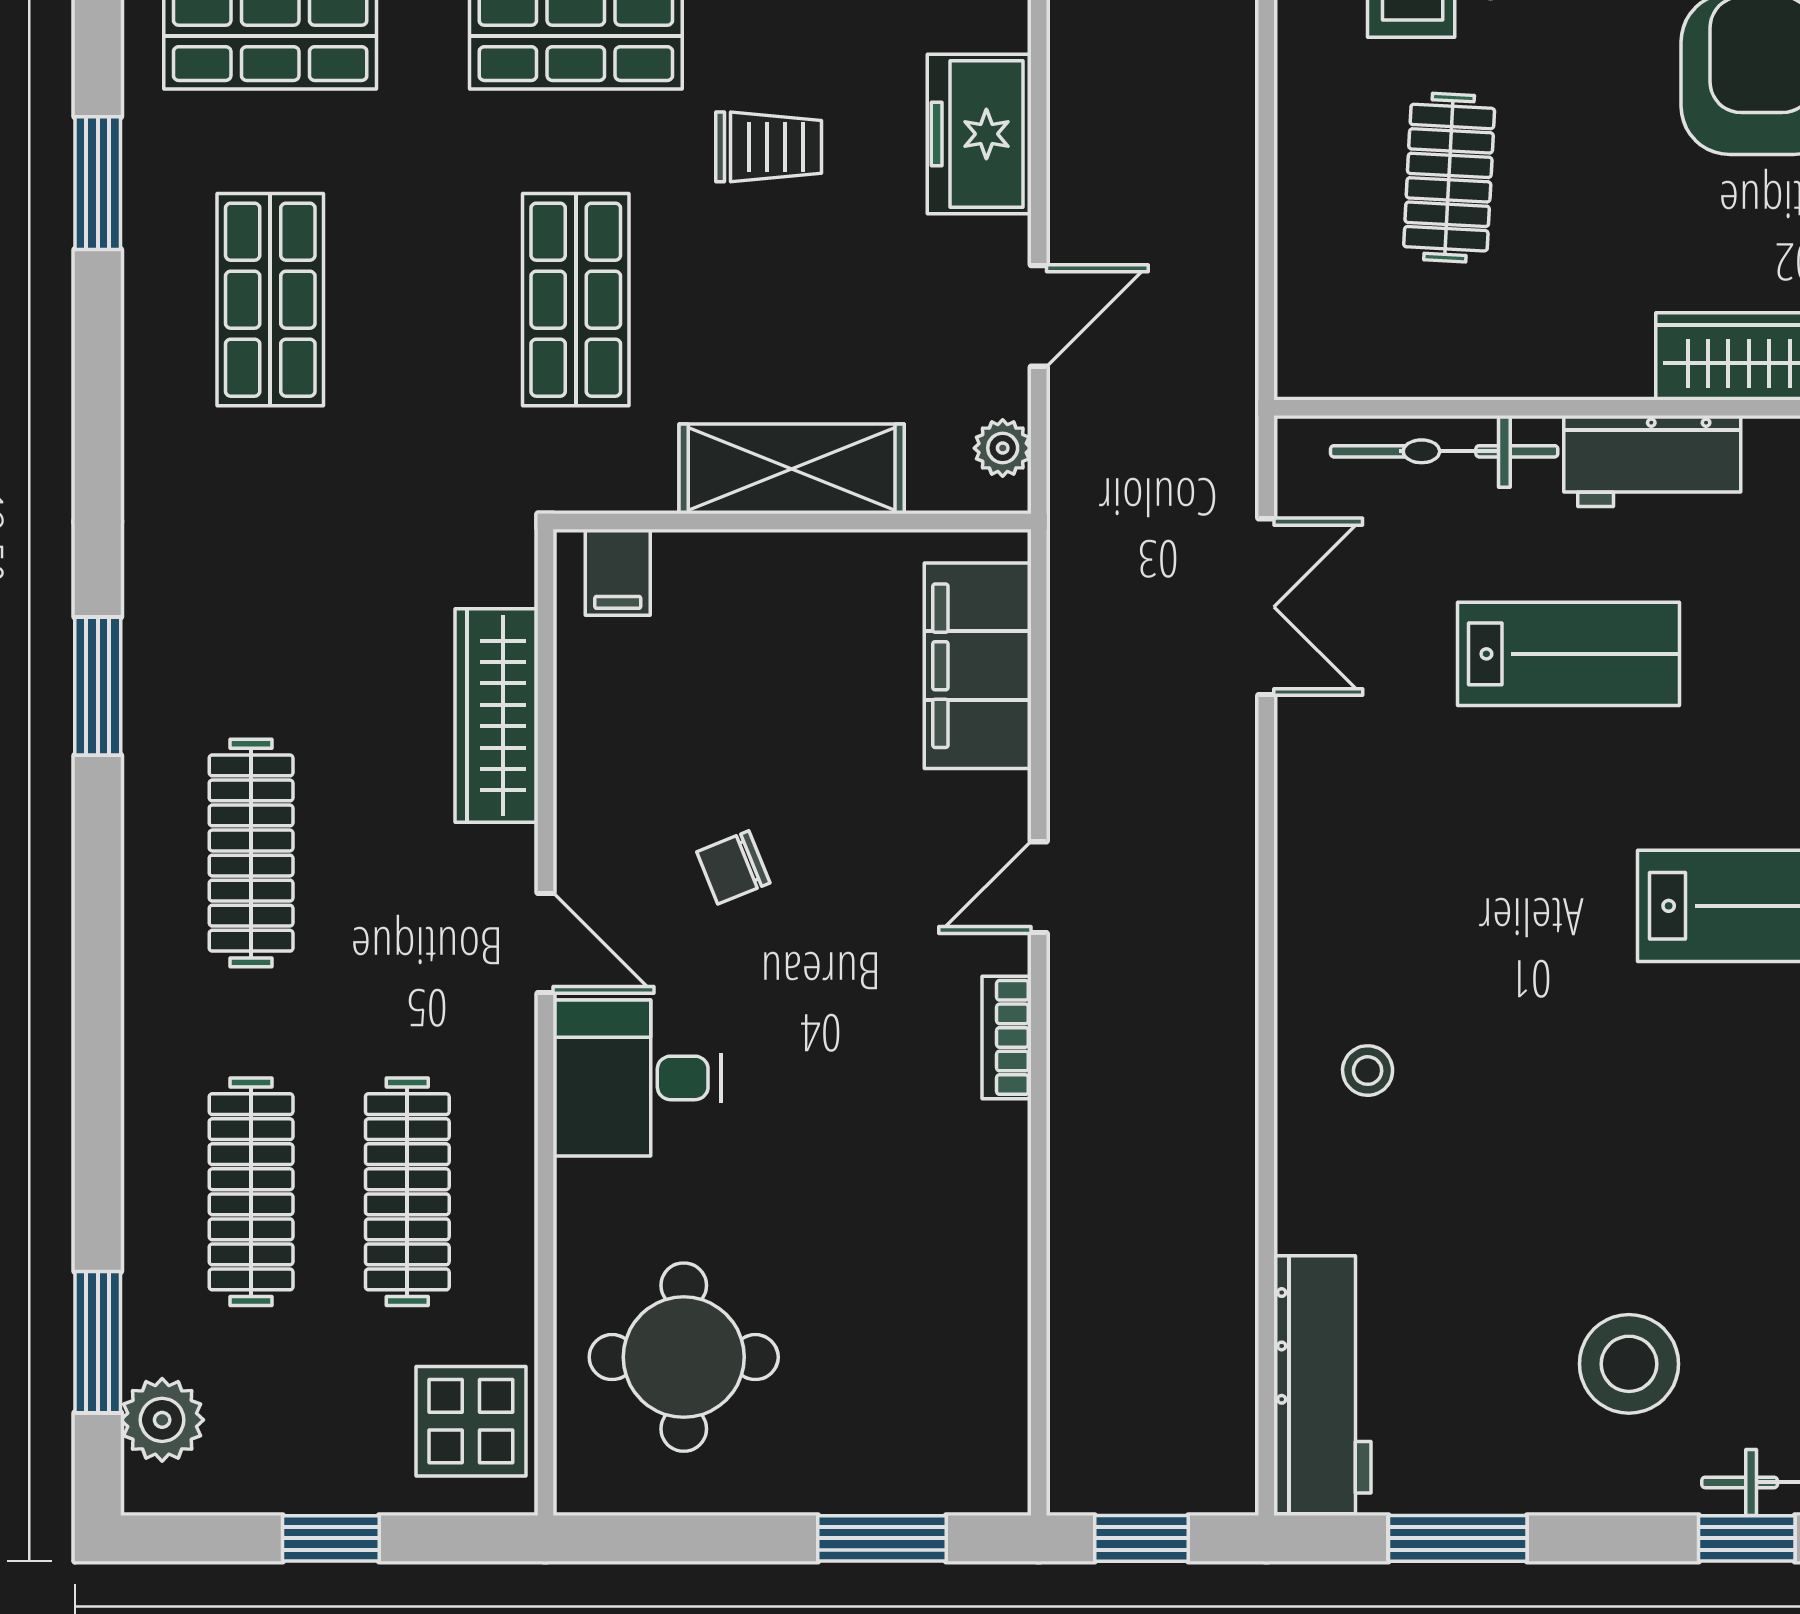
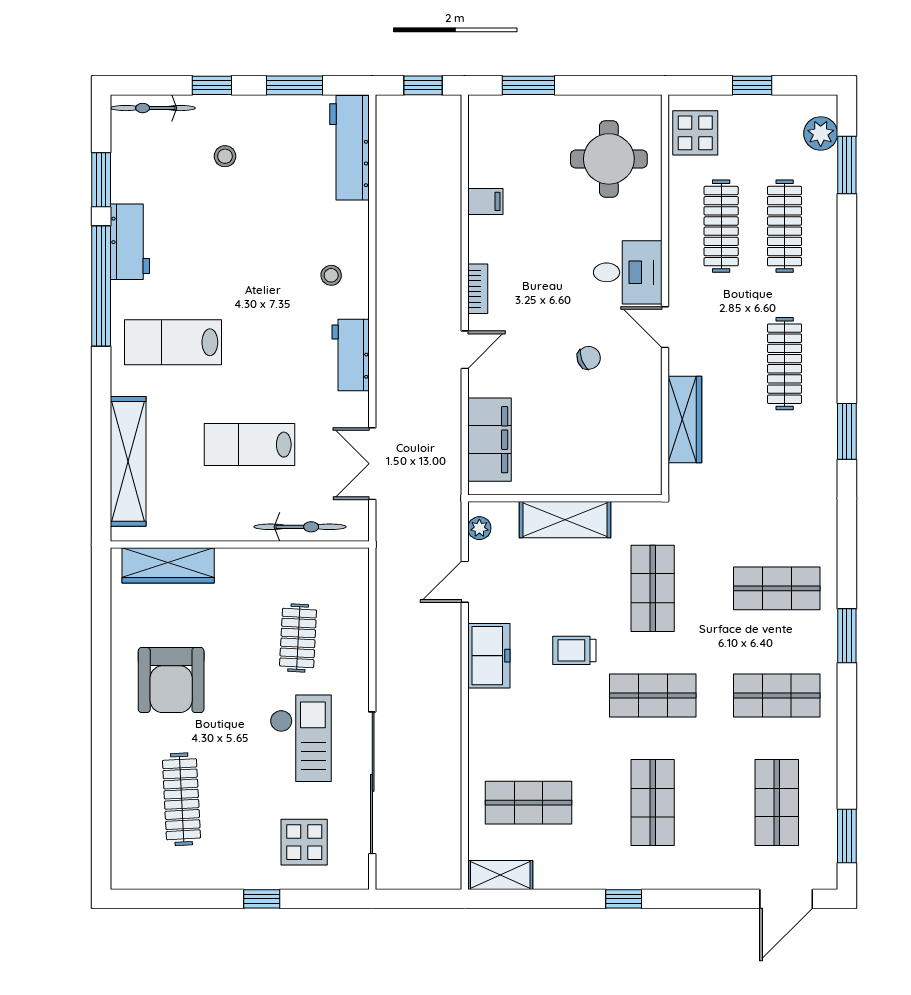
shop shelf: (270, 300) -> (777, 588), turned 90
workbench: (1652, 461) -> (351, 355), moved, turned -90
filing cabinet: (618, 572) -> (485, 201), moved, turned 90
stool: (1629, 1364) -> (225, 156), width x0.53, depth x0.53
window: (1747, 1538) -> (212, 85), moved

